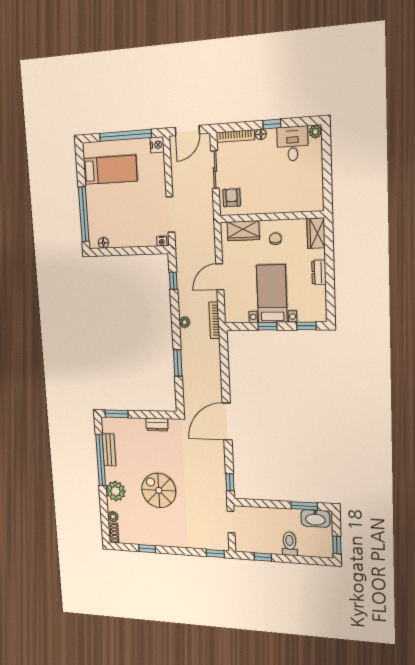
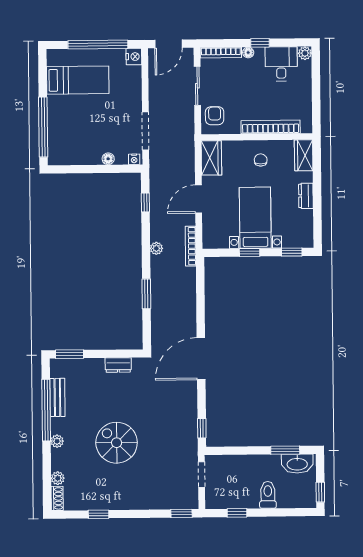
bookcase: (284, 206) -> (271, 127), added
wardrobe: (243, 231) -> (211, 158), moved, turned -90
floor lamp: (103, 243) -> (108, 159), moved
plant: (116, 491) -> (57, 441), width x0.53, depth x0.53

